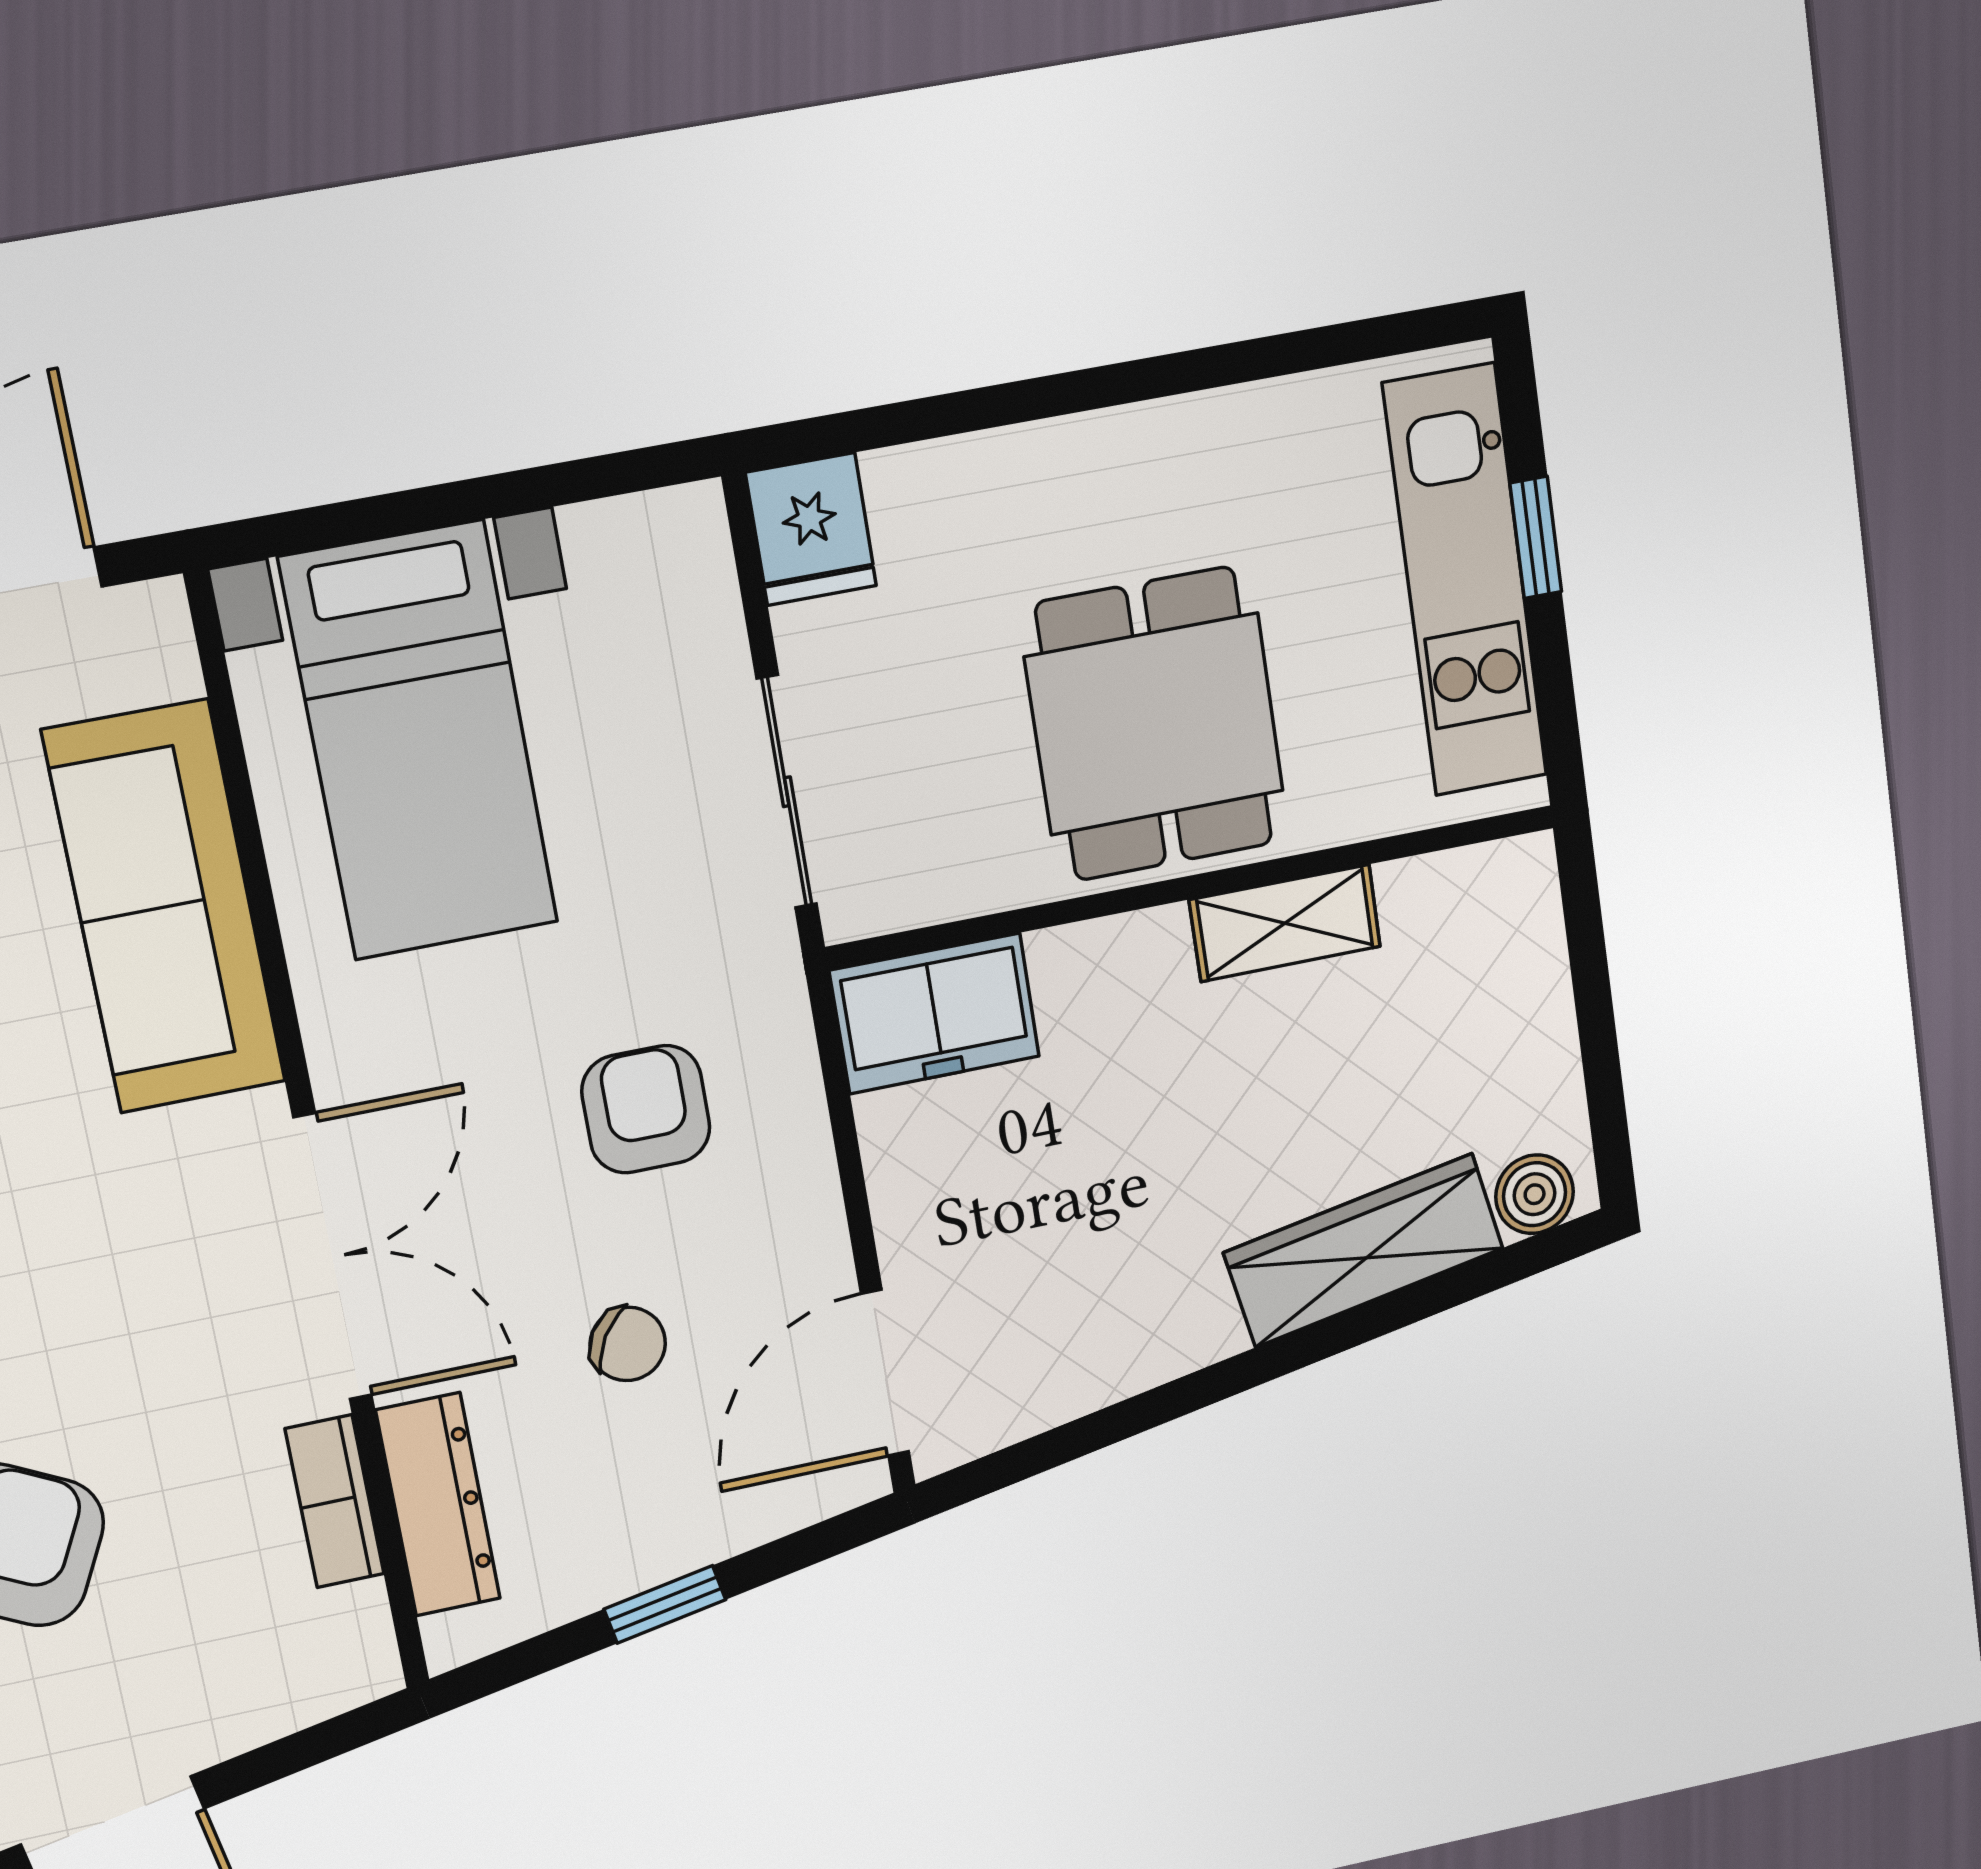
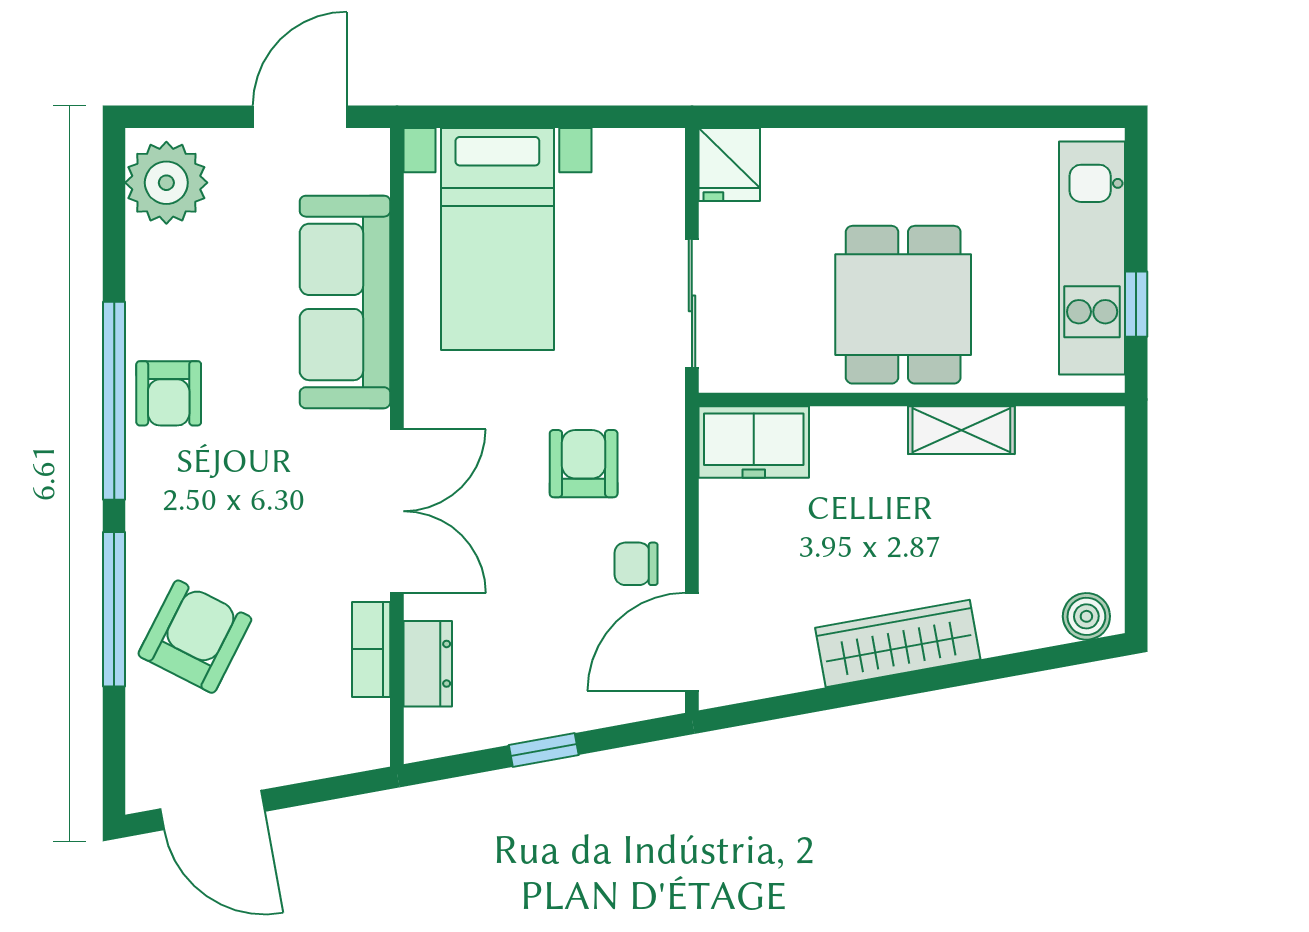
window: (1536, 537) -> (1136, 304), moved
wardrobe: (1364, 1250) -> (898, 644), moved
chair: (628, 1344) -> (636, 564), moved, turned 149
dresser: (438, 1505) -> (428, 664), width x0.70

